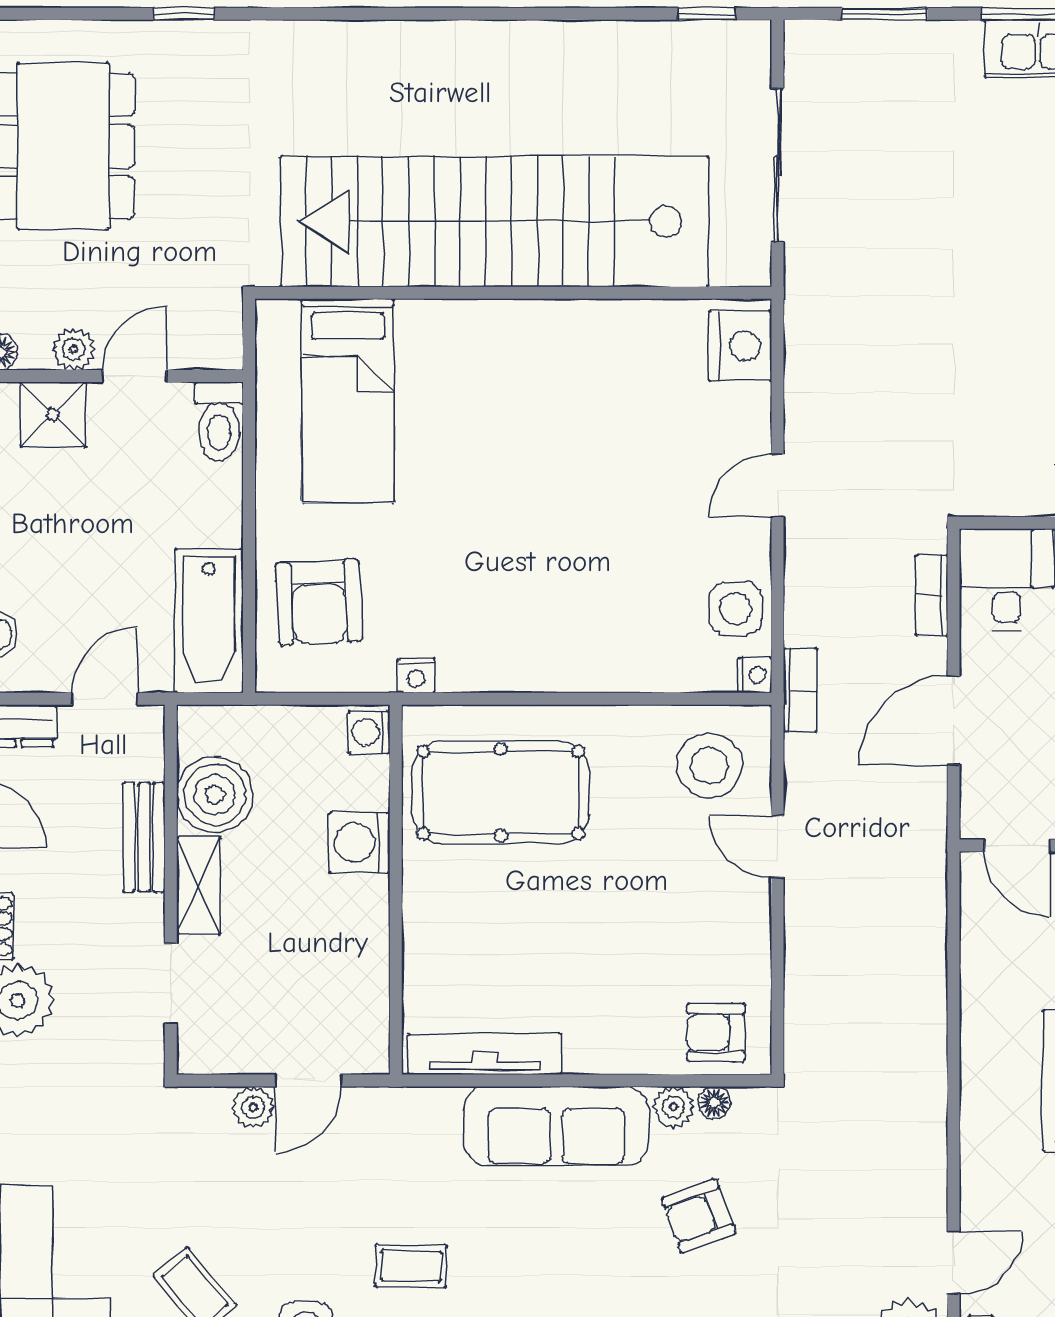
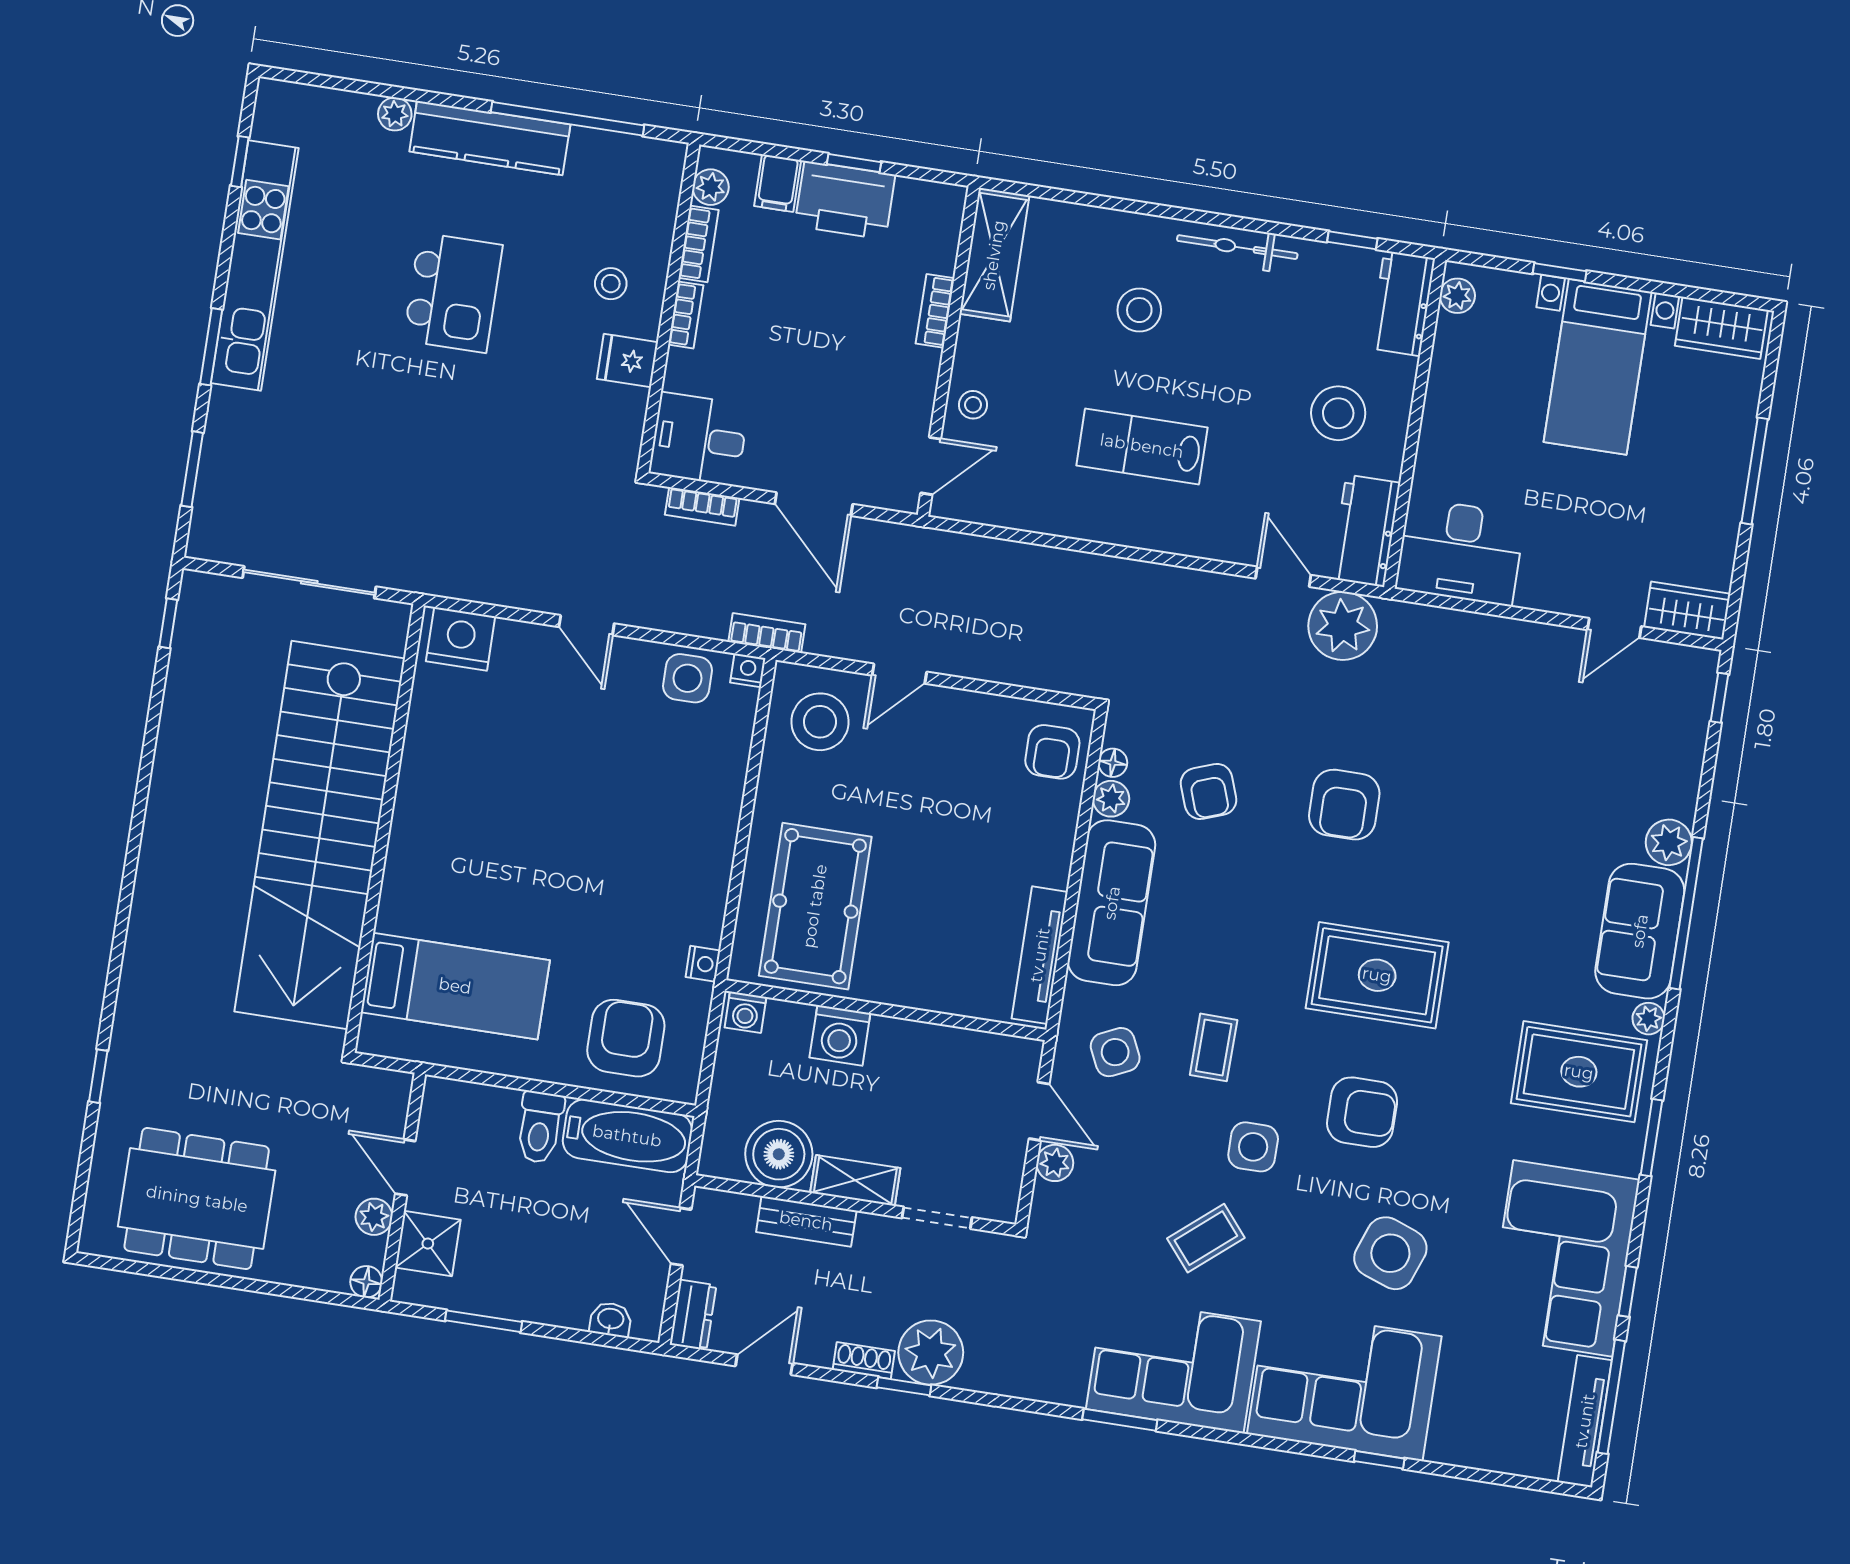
toilet: (219, 421) -> (540, 1127), moved, turned 90
armchair: (319, 602) -> (626, 1038), turned -87
side table: (389, 1156) -> (1115, 1052), added

